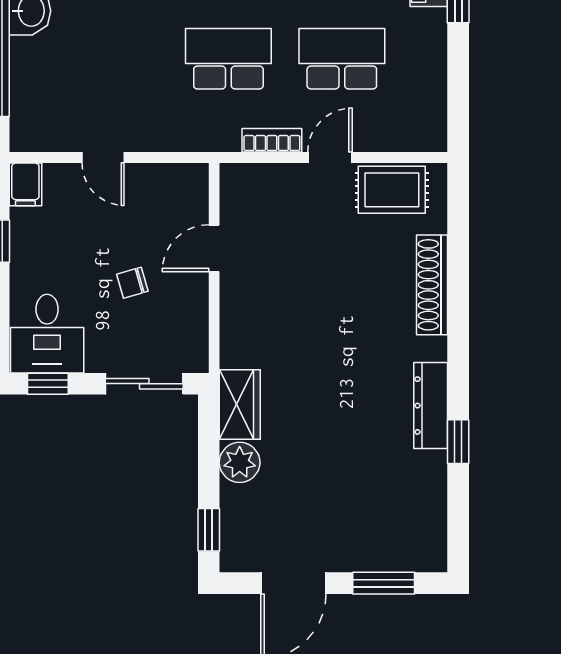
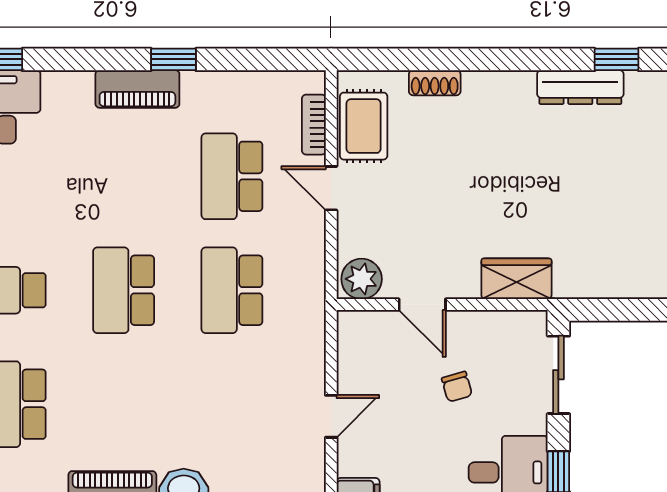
bookcase: (272, 140) -> (314, 125), moved
shoe rack: (432, 285) -> (435, 83), width x0.51, depth x0.81
wardrobe: (240, 404) -> (516, 279), moved
plant: (240, 462) -> (362, 279), moved

